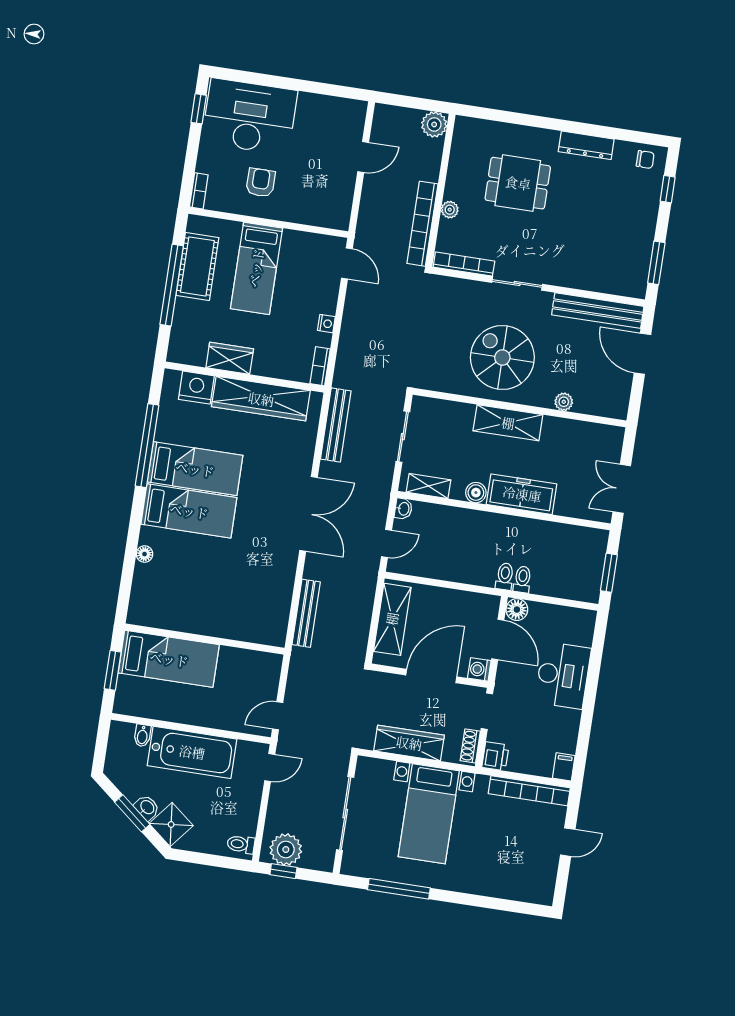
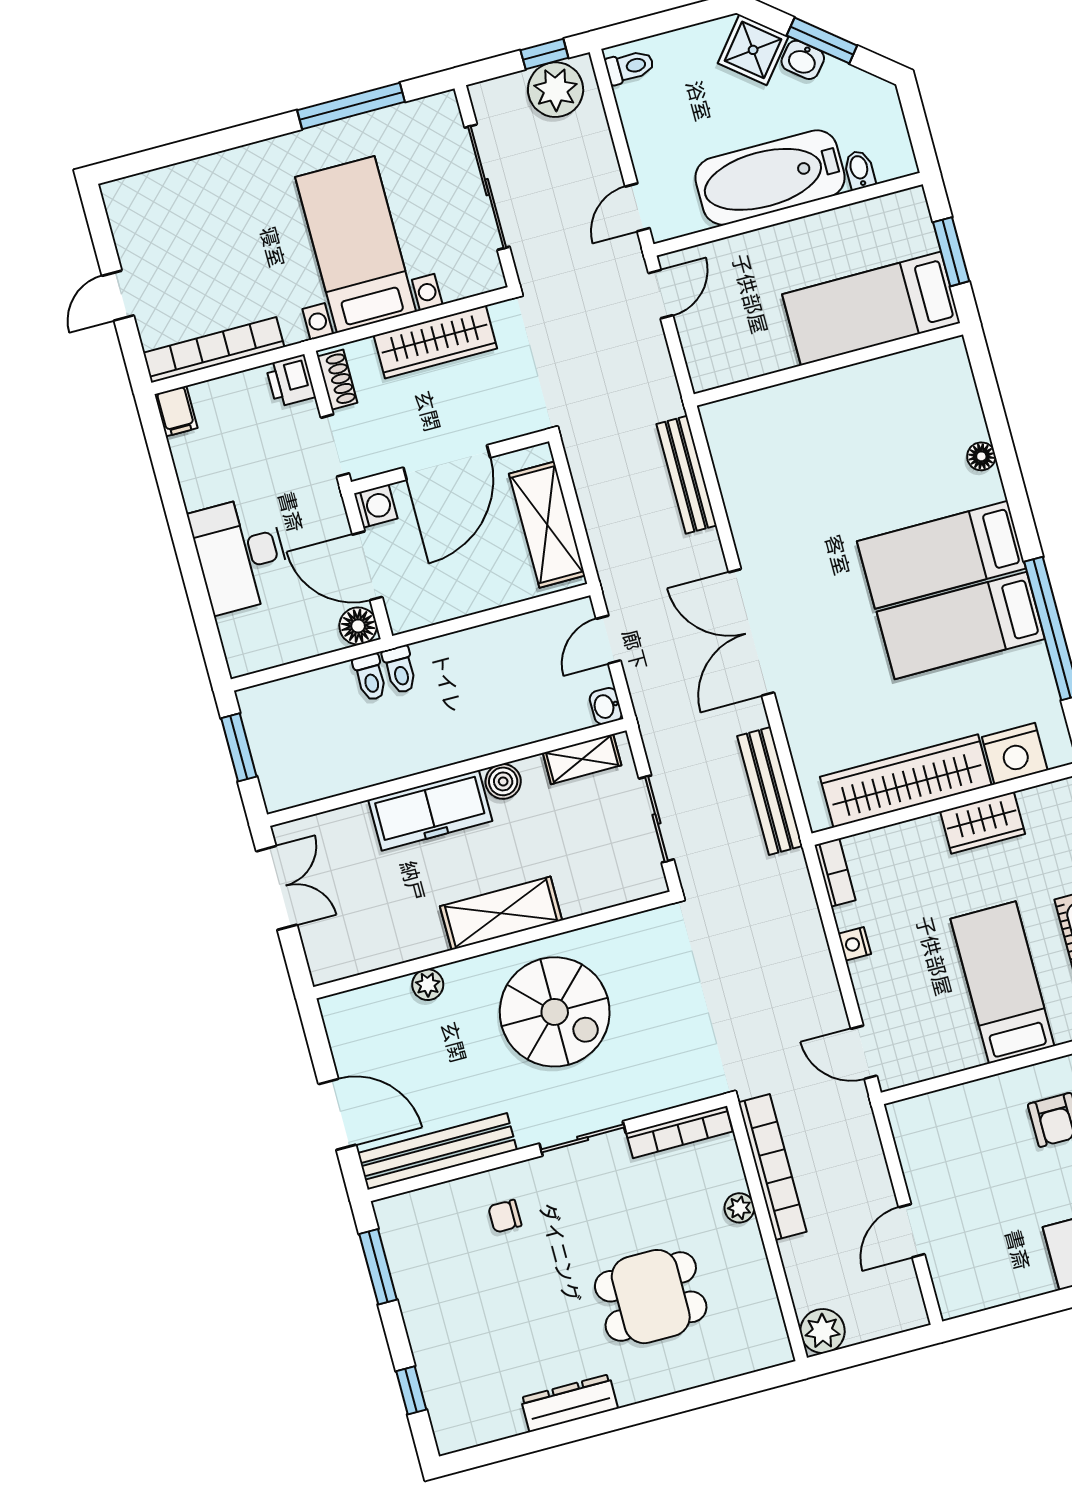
chair: (645, 160) -> (505, 1216), moved

